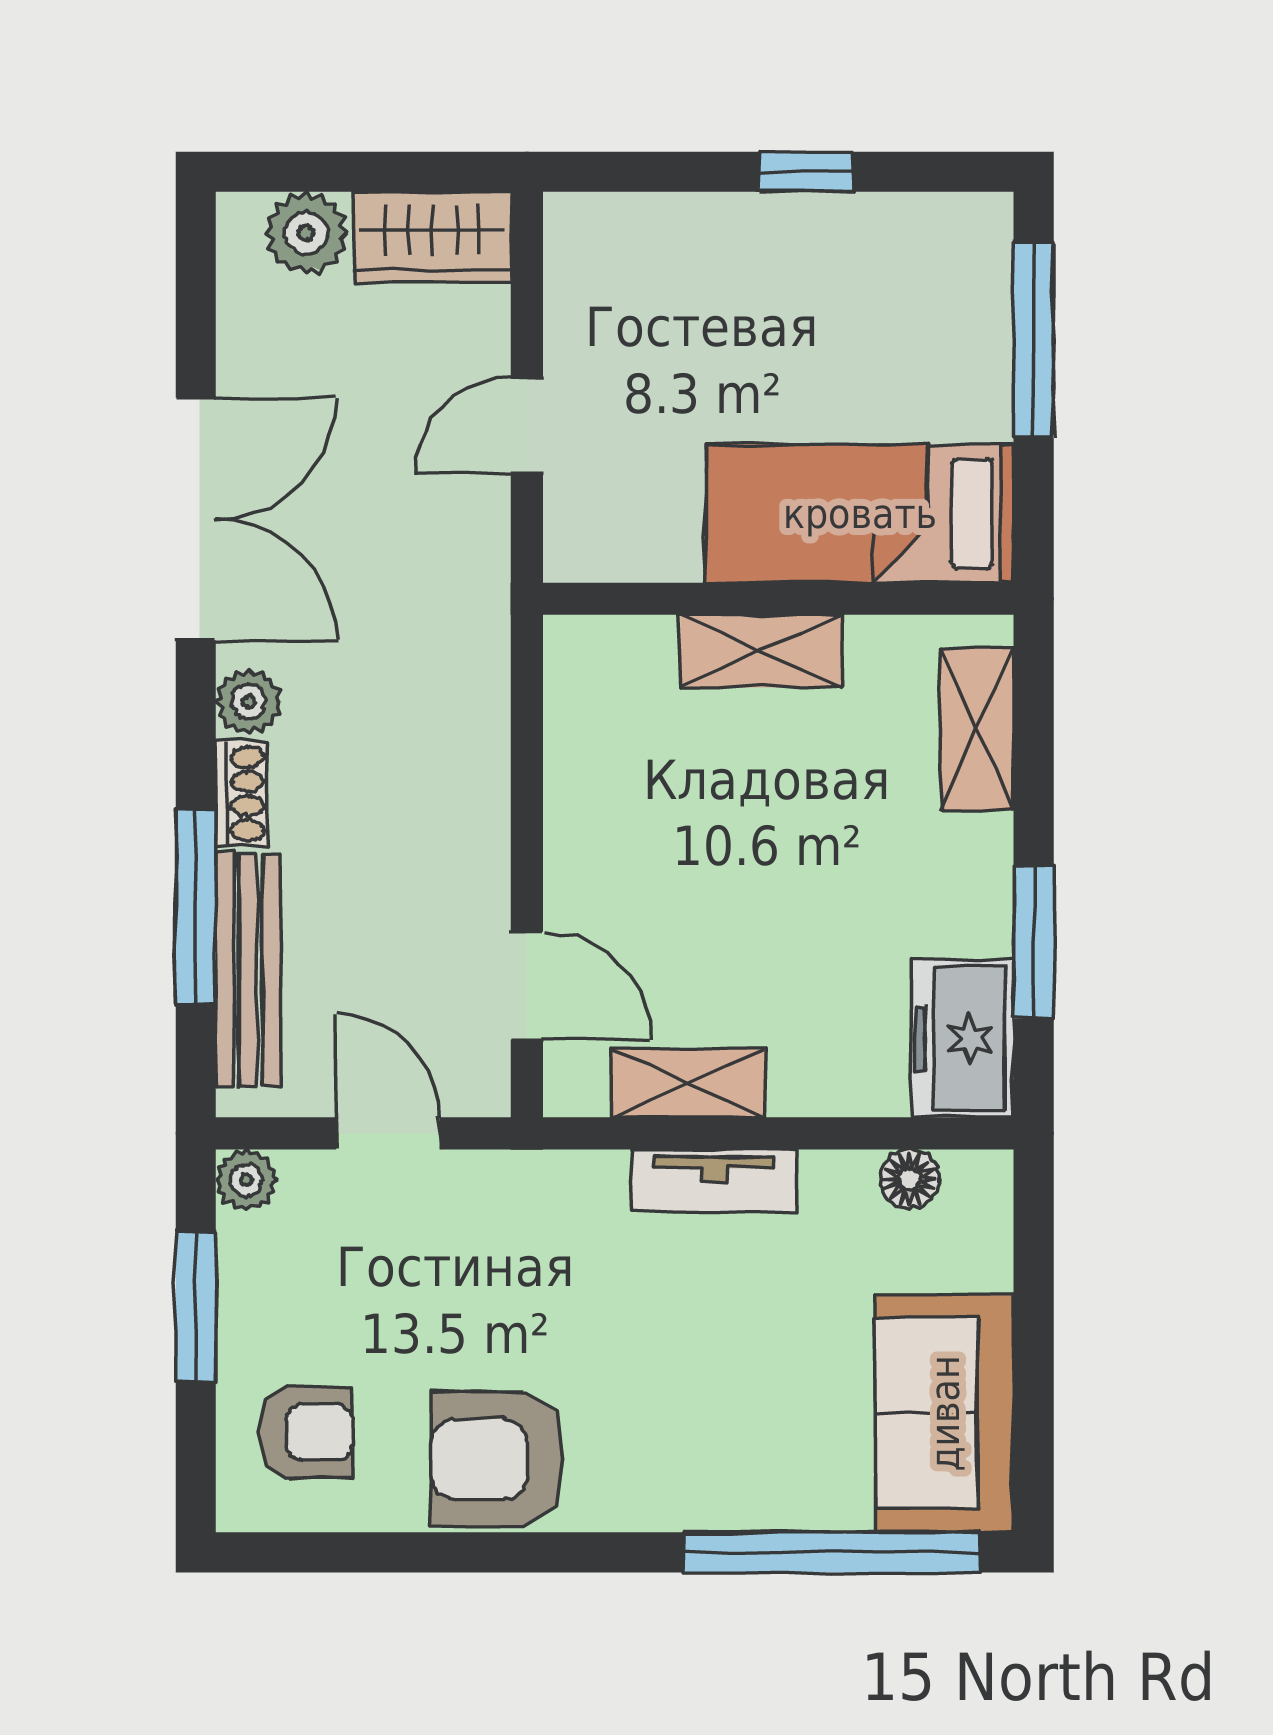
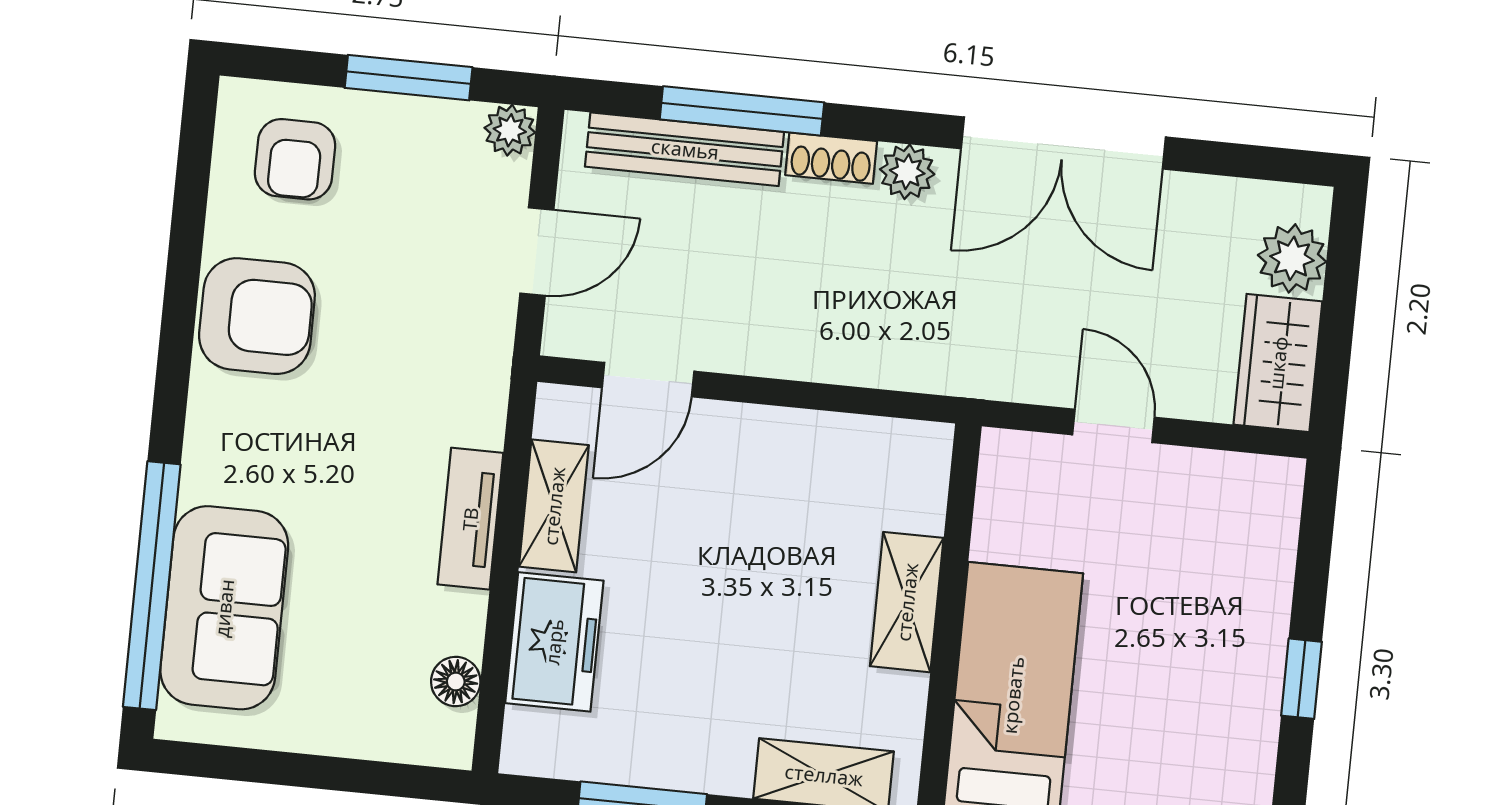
freezer: (962, 1039) -> (554, 642), moved, turned 90
sofa: (945, 1413) -> (224, 608), moved, turned 90
armchair: (498, 1459) -> (257, 316), turned 90

